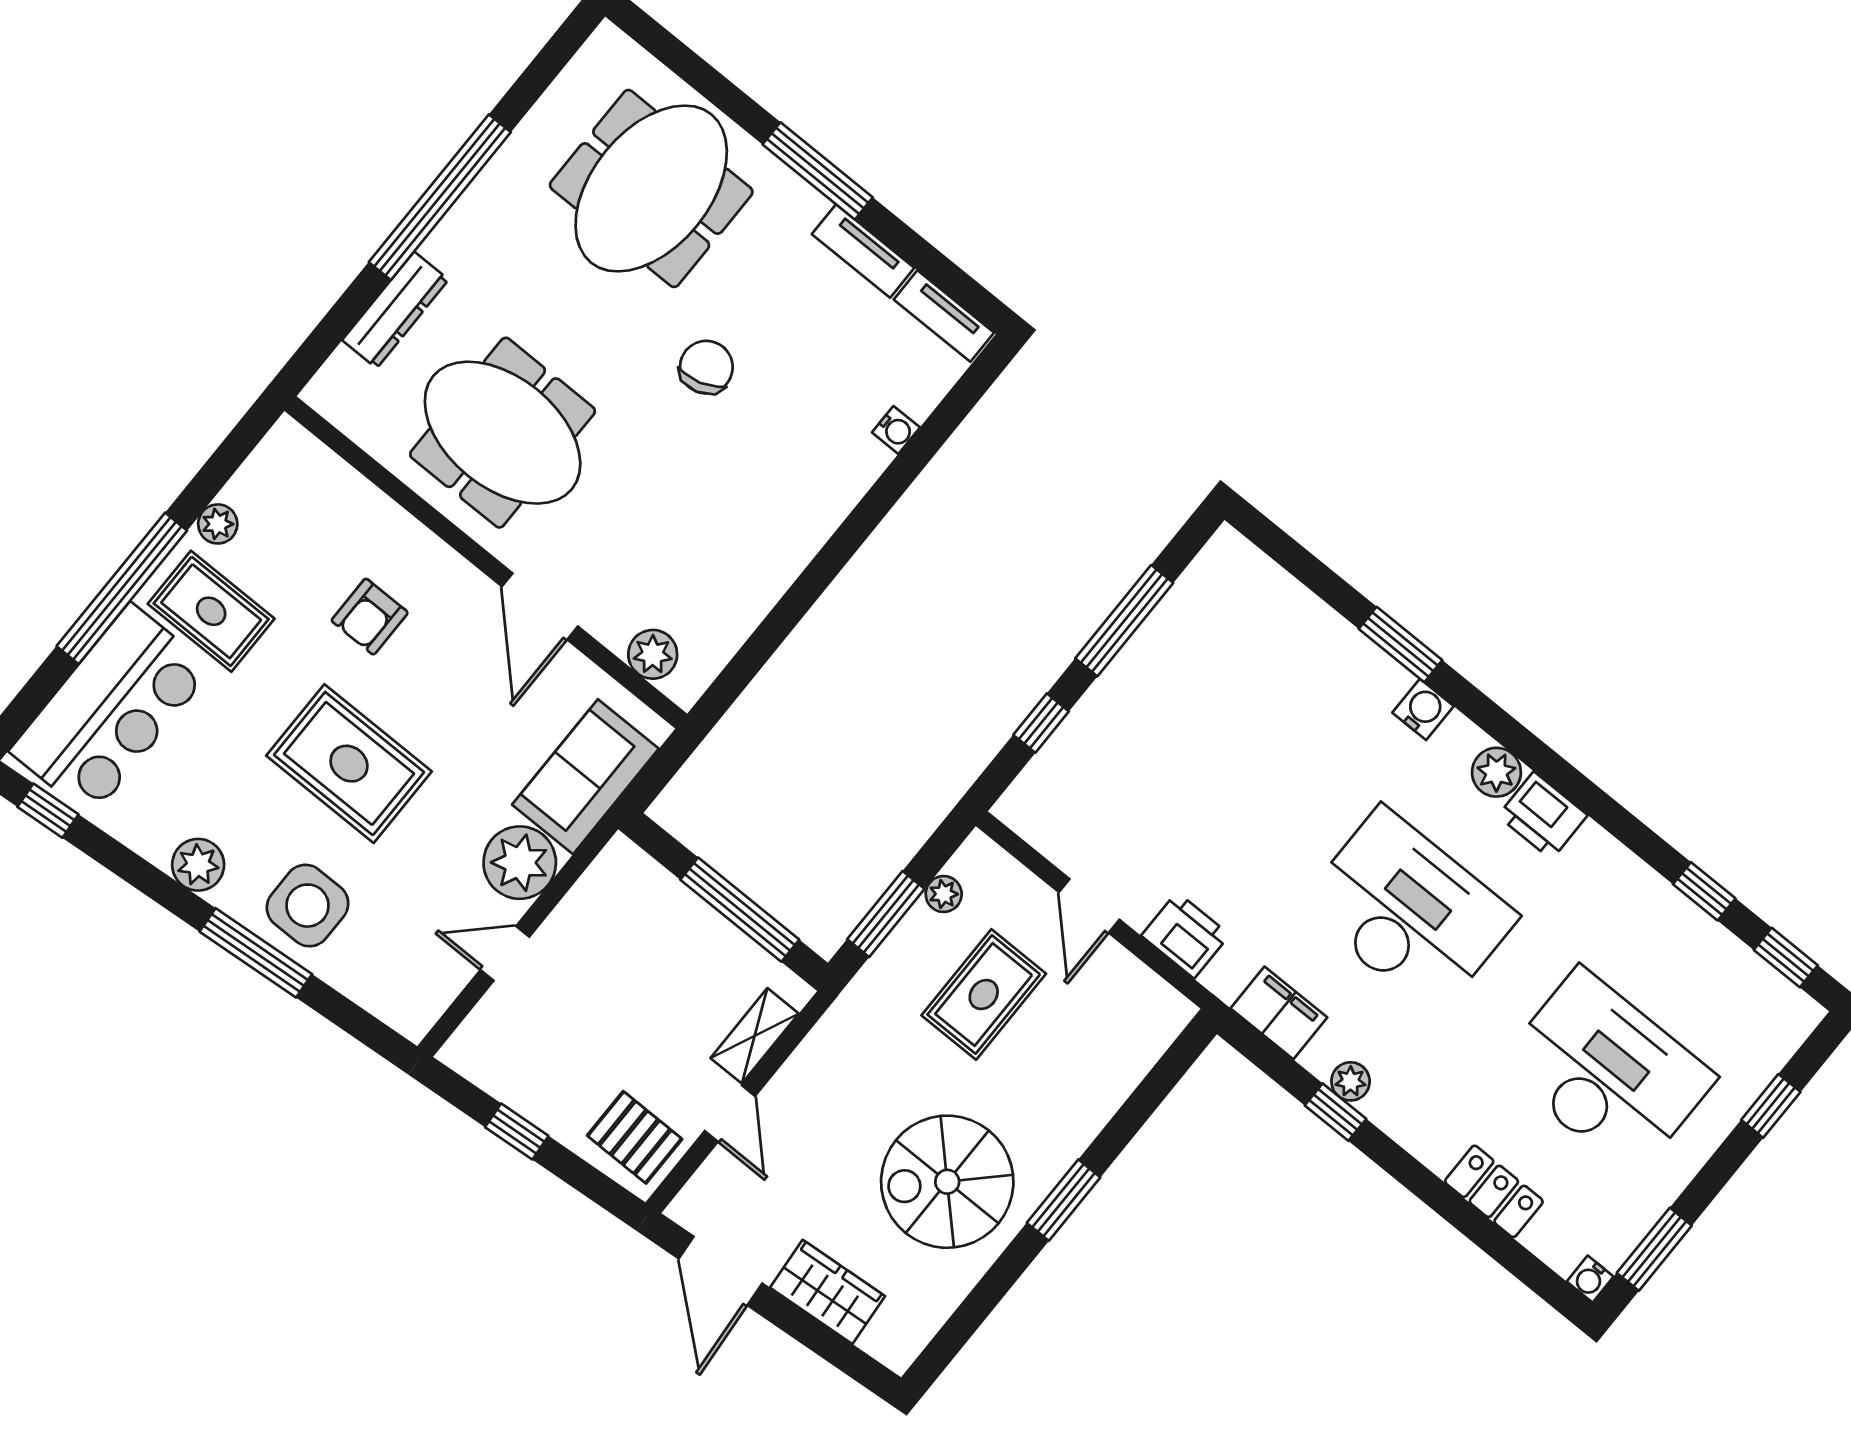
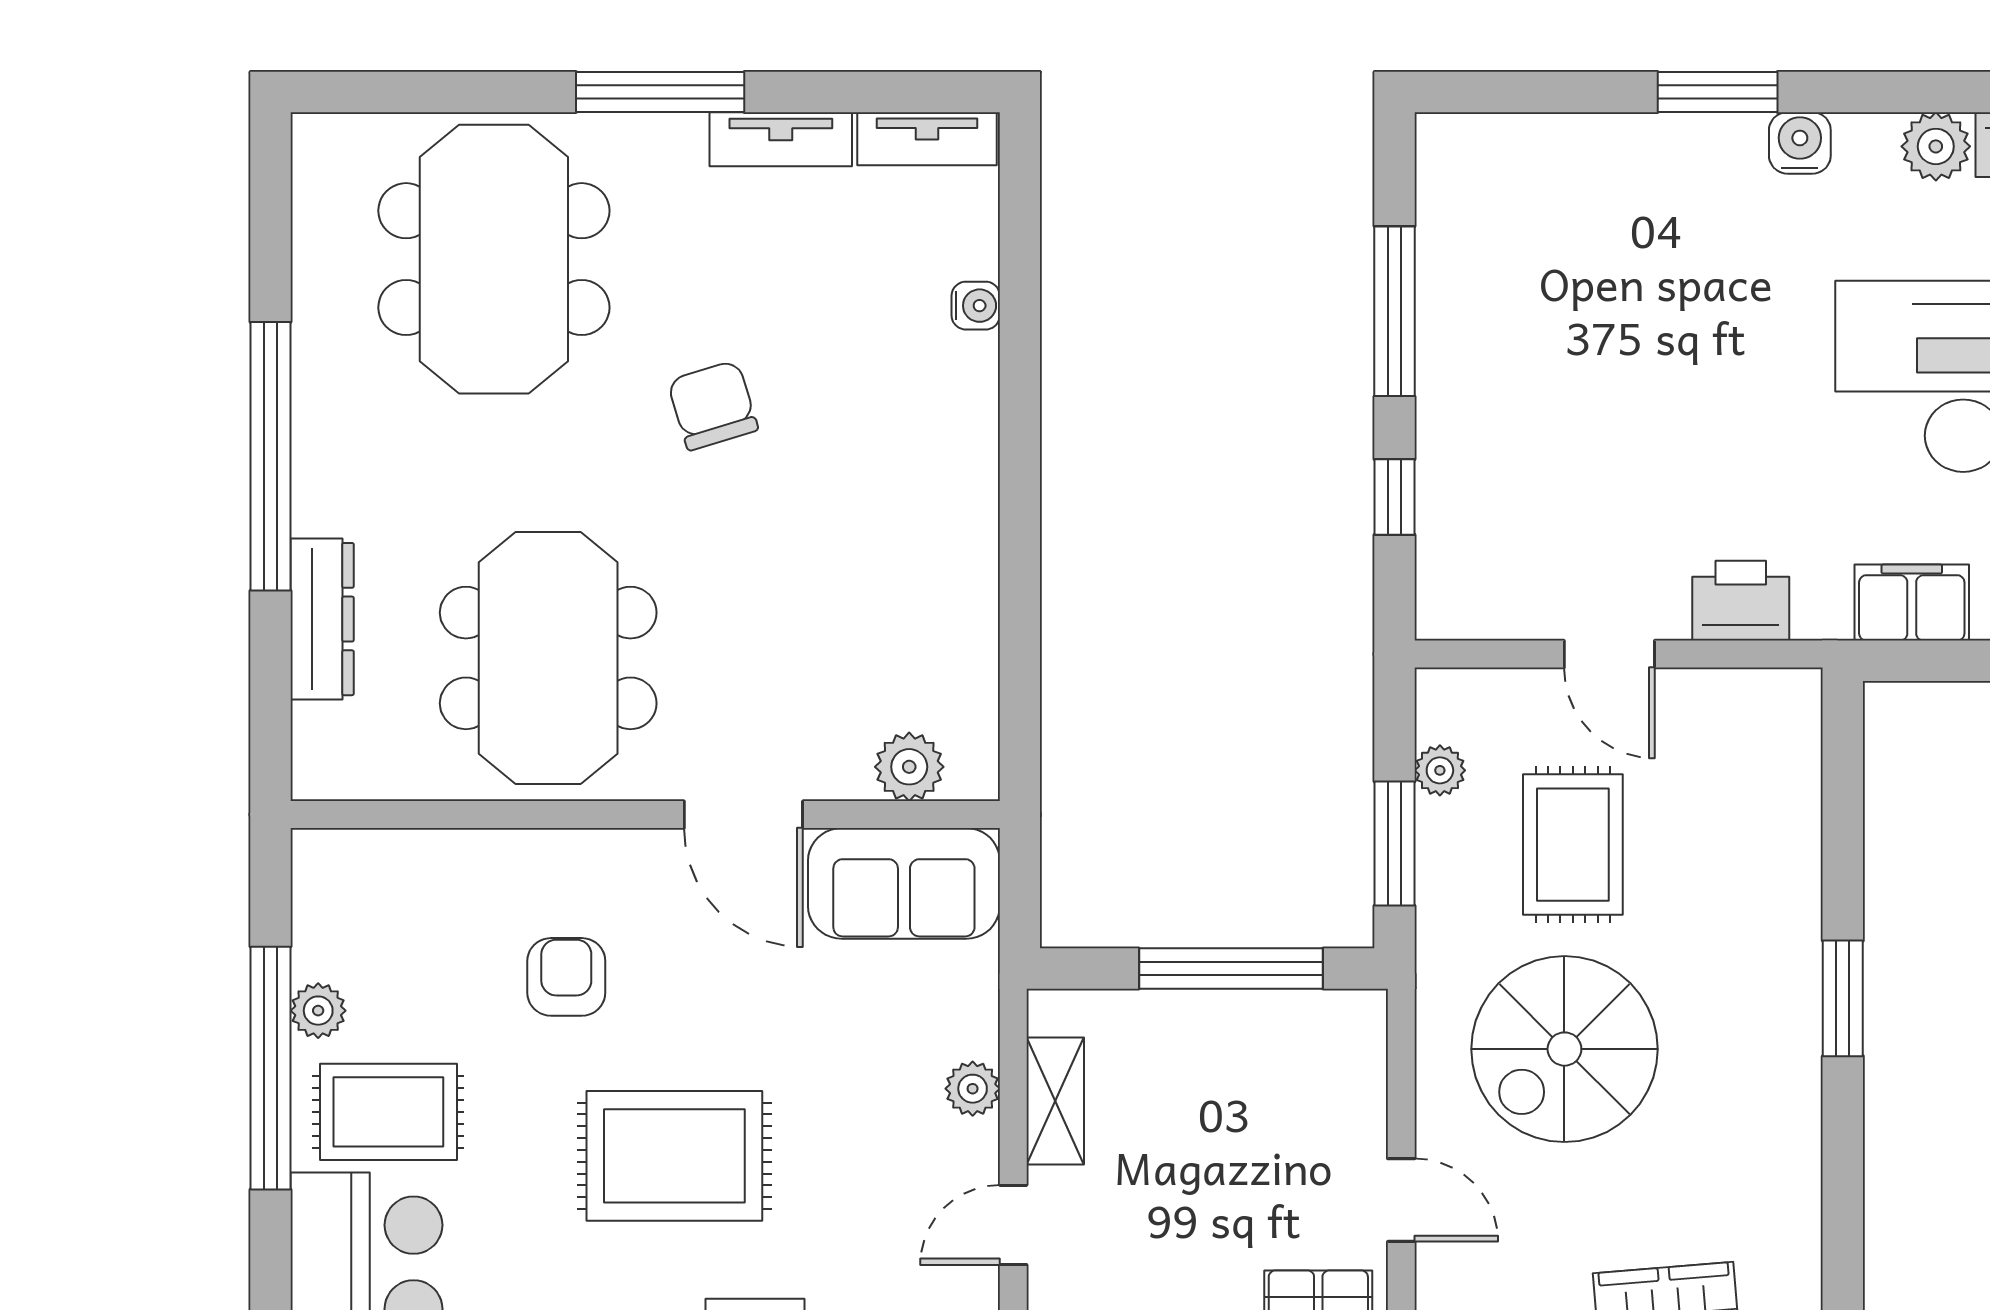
meeting table: (503, 433) -> (548, 658), turned 90
window: (122, 588) -> (271, 1068), moved
armchair: (370, 617) -> (566, 977), turned 180
sofa: (585, 777) -> (904, 883), moved, turned -90
plant: (520, 863) -> (973, 1089), width x0.53, depth x0.53
shelving: (755, 1036) -> (1055, 1101), moved
spiral stairs: (947, 1182) -> (1564, 1049), moved

